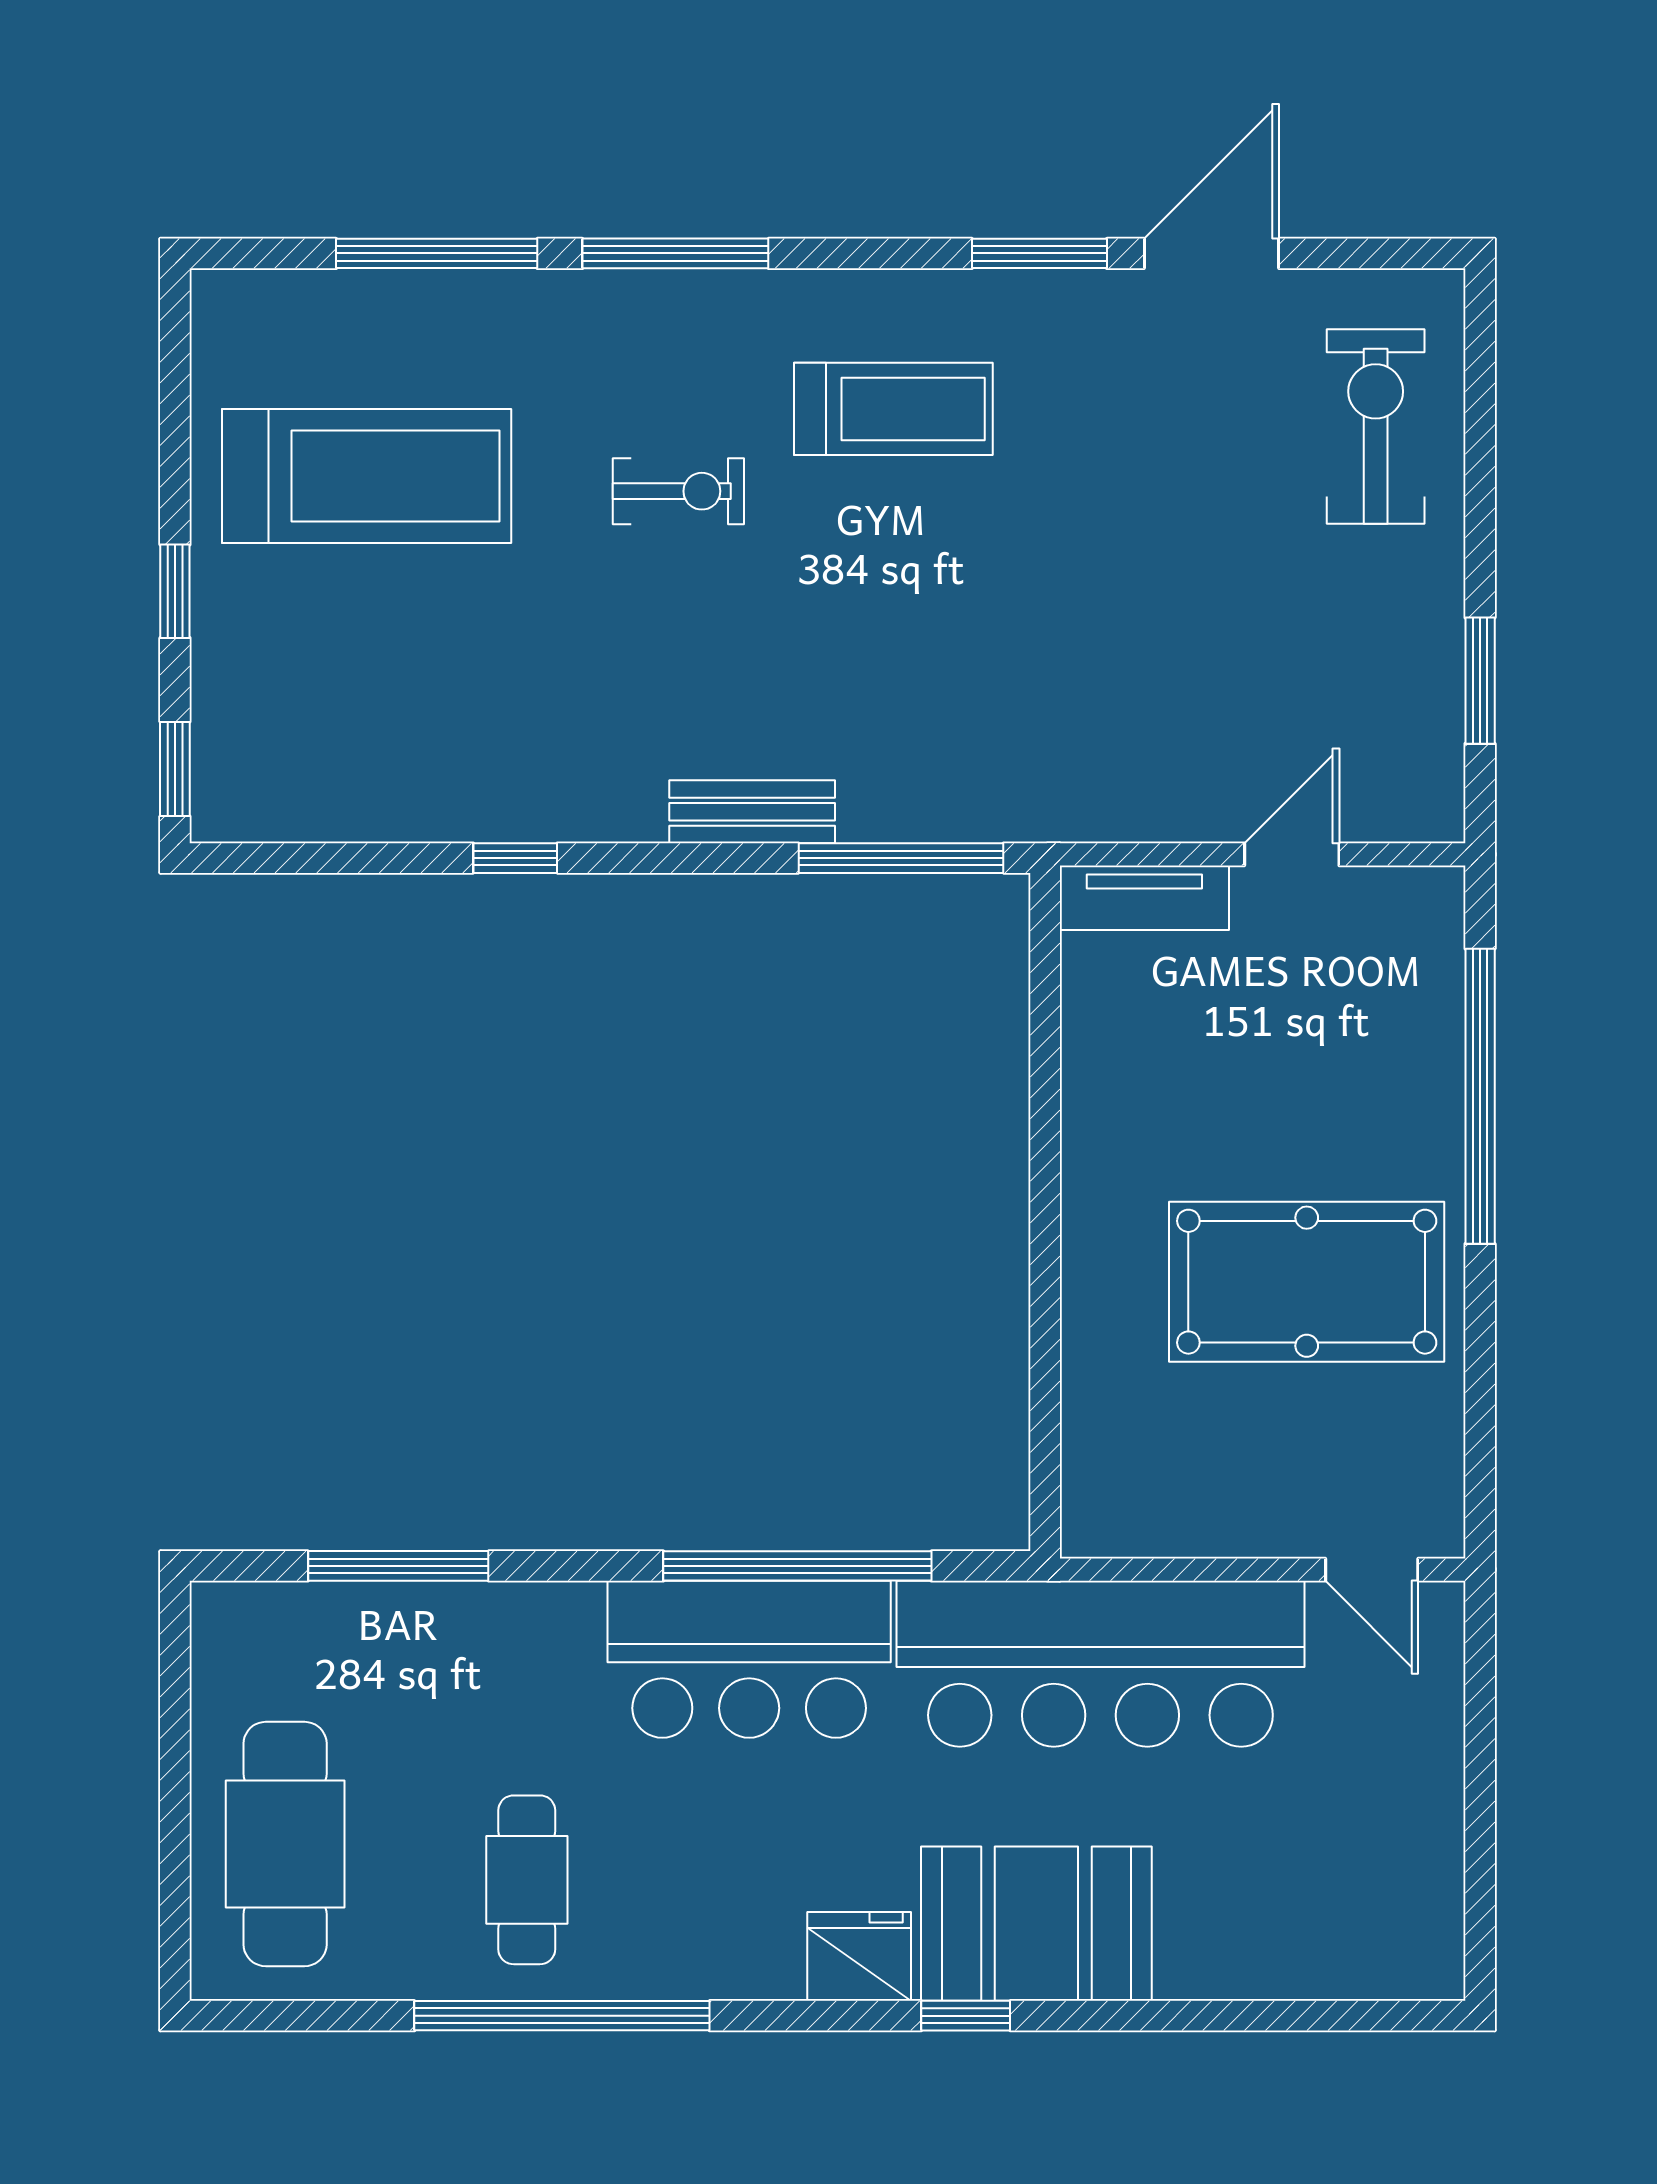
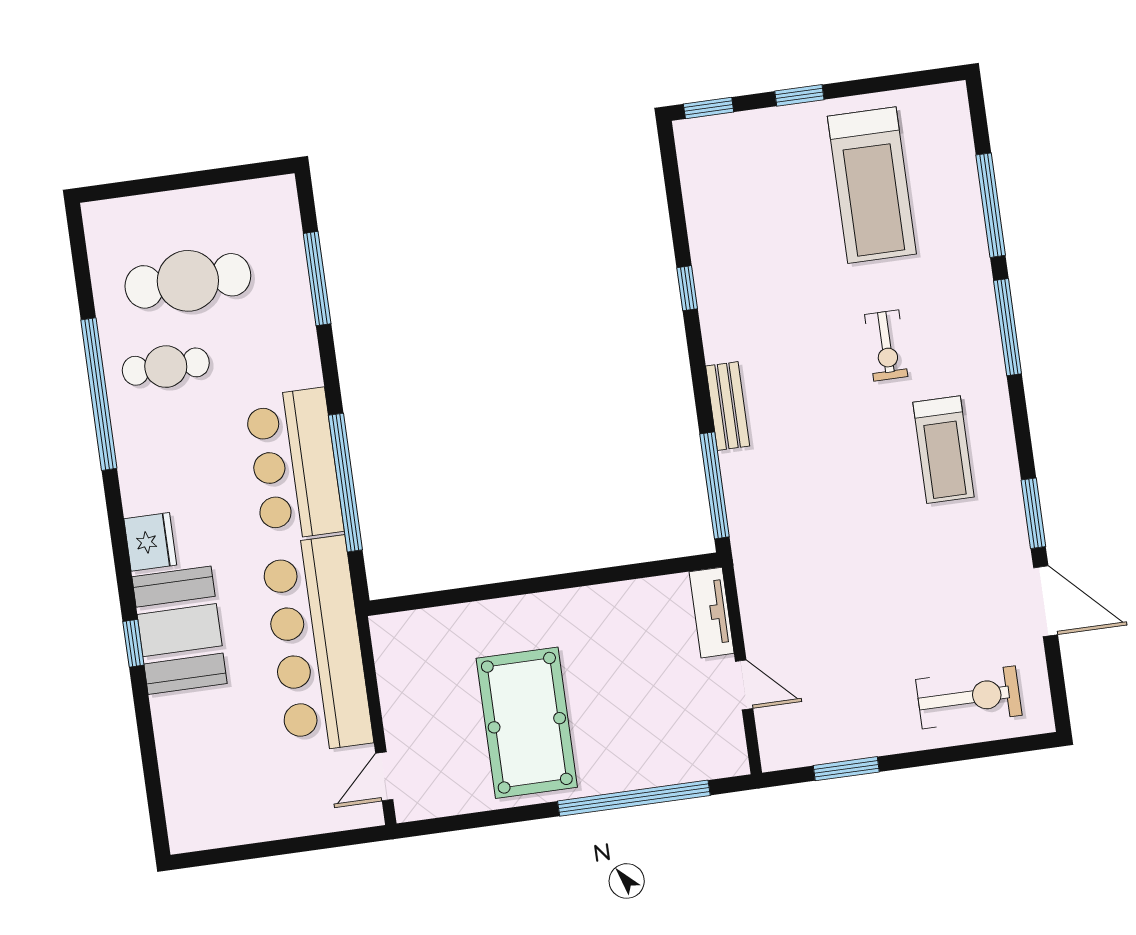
cafe table: (285, 1844) -> (188, 281), moved
window: (966, 2016) -> (133, 643), moved

